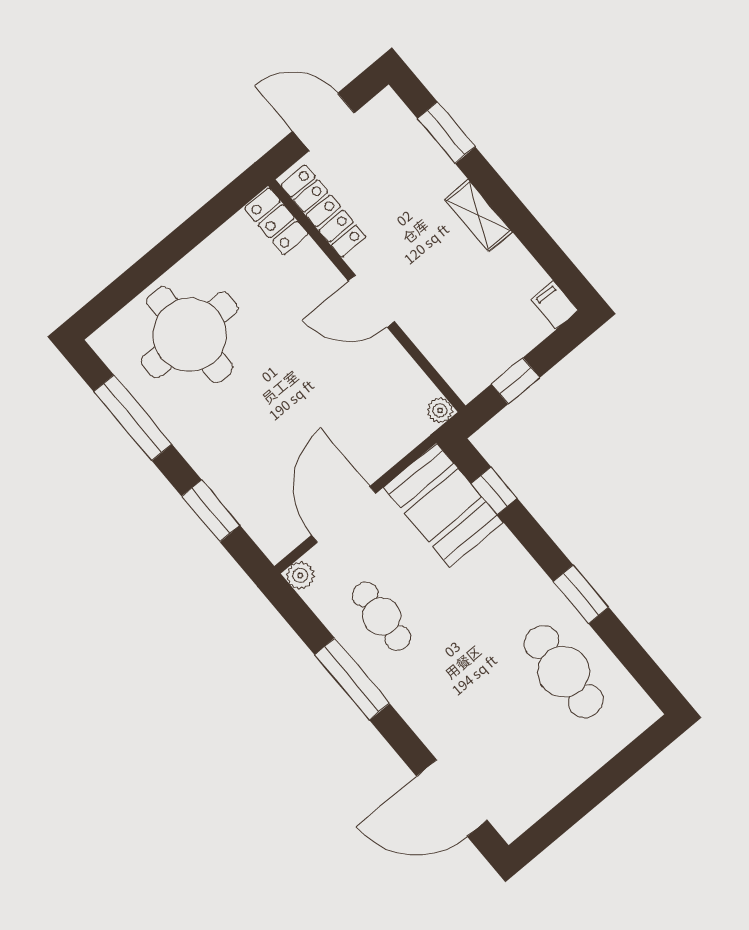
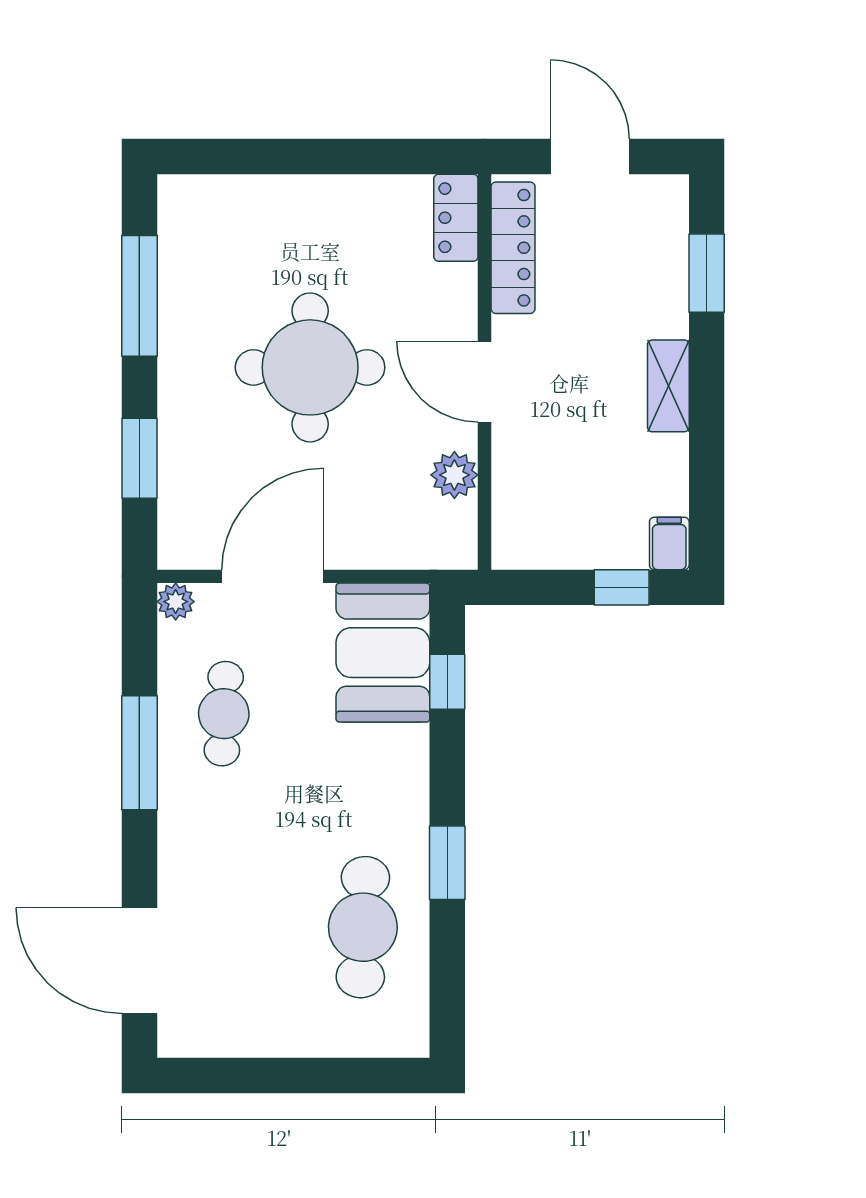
round table: (190, 335) -> (310, 367), moved
window: (516, 381) -> (622, 587), moved
plant: (440, 410) -> (454, 475), moved, width x1.38, depth x1.38

